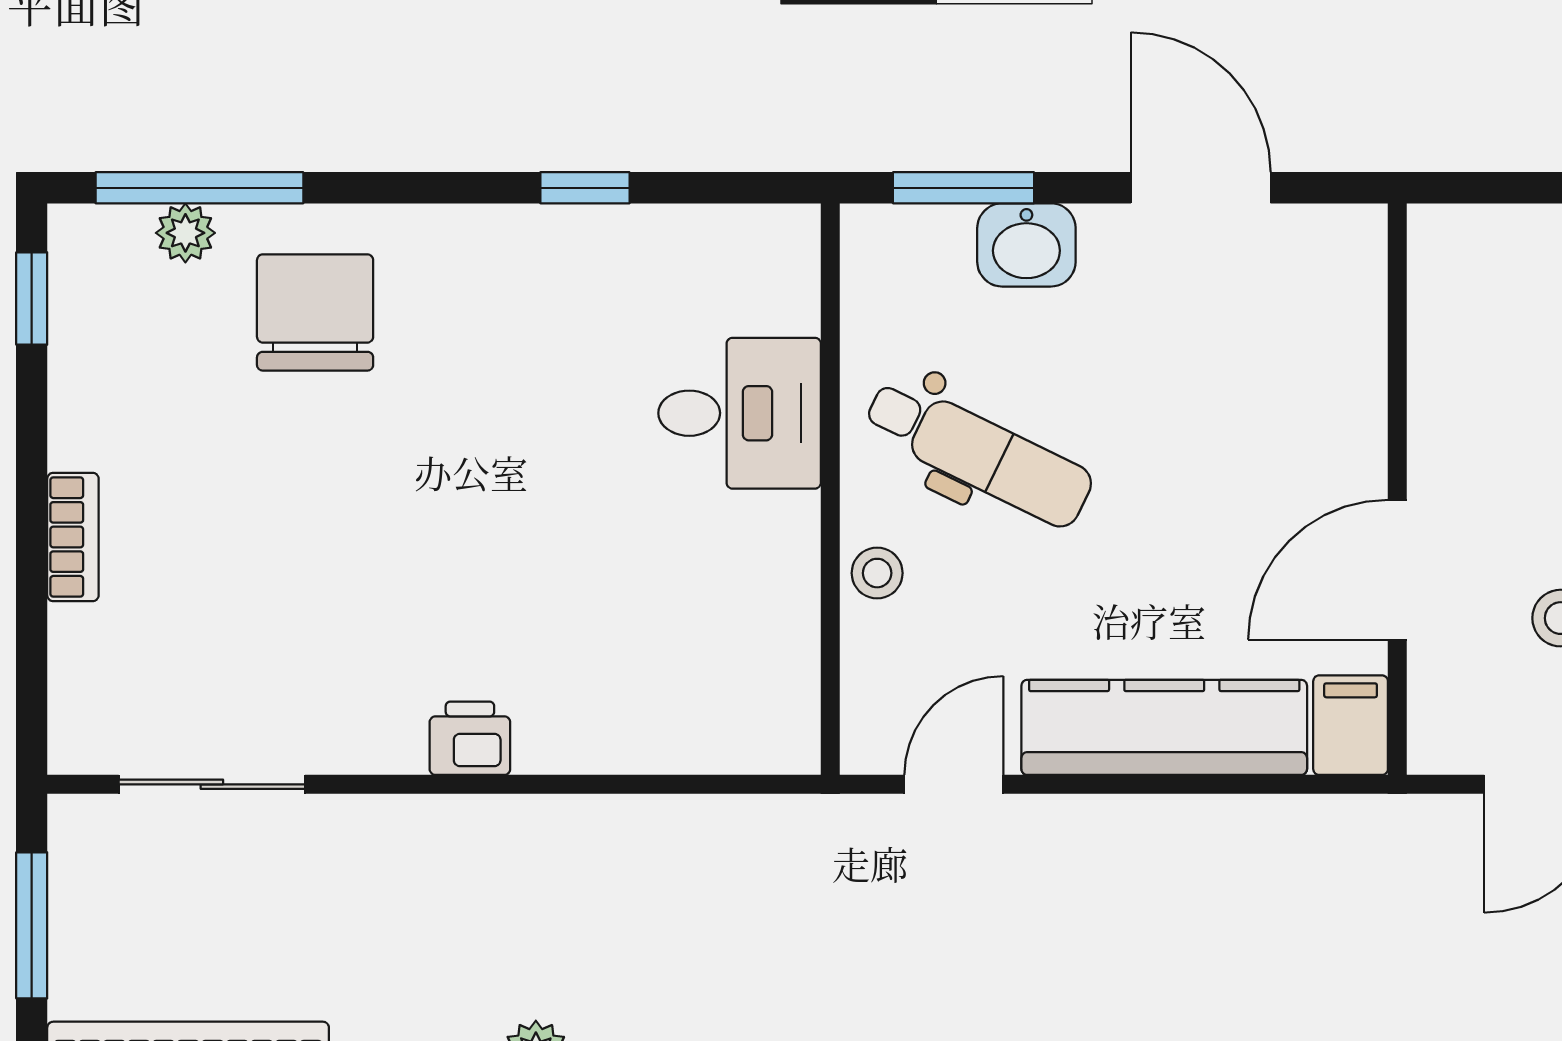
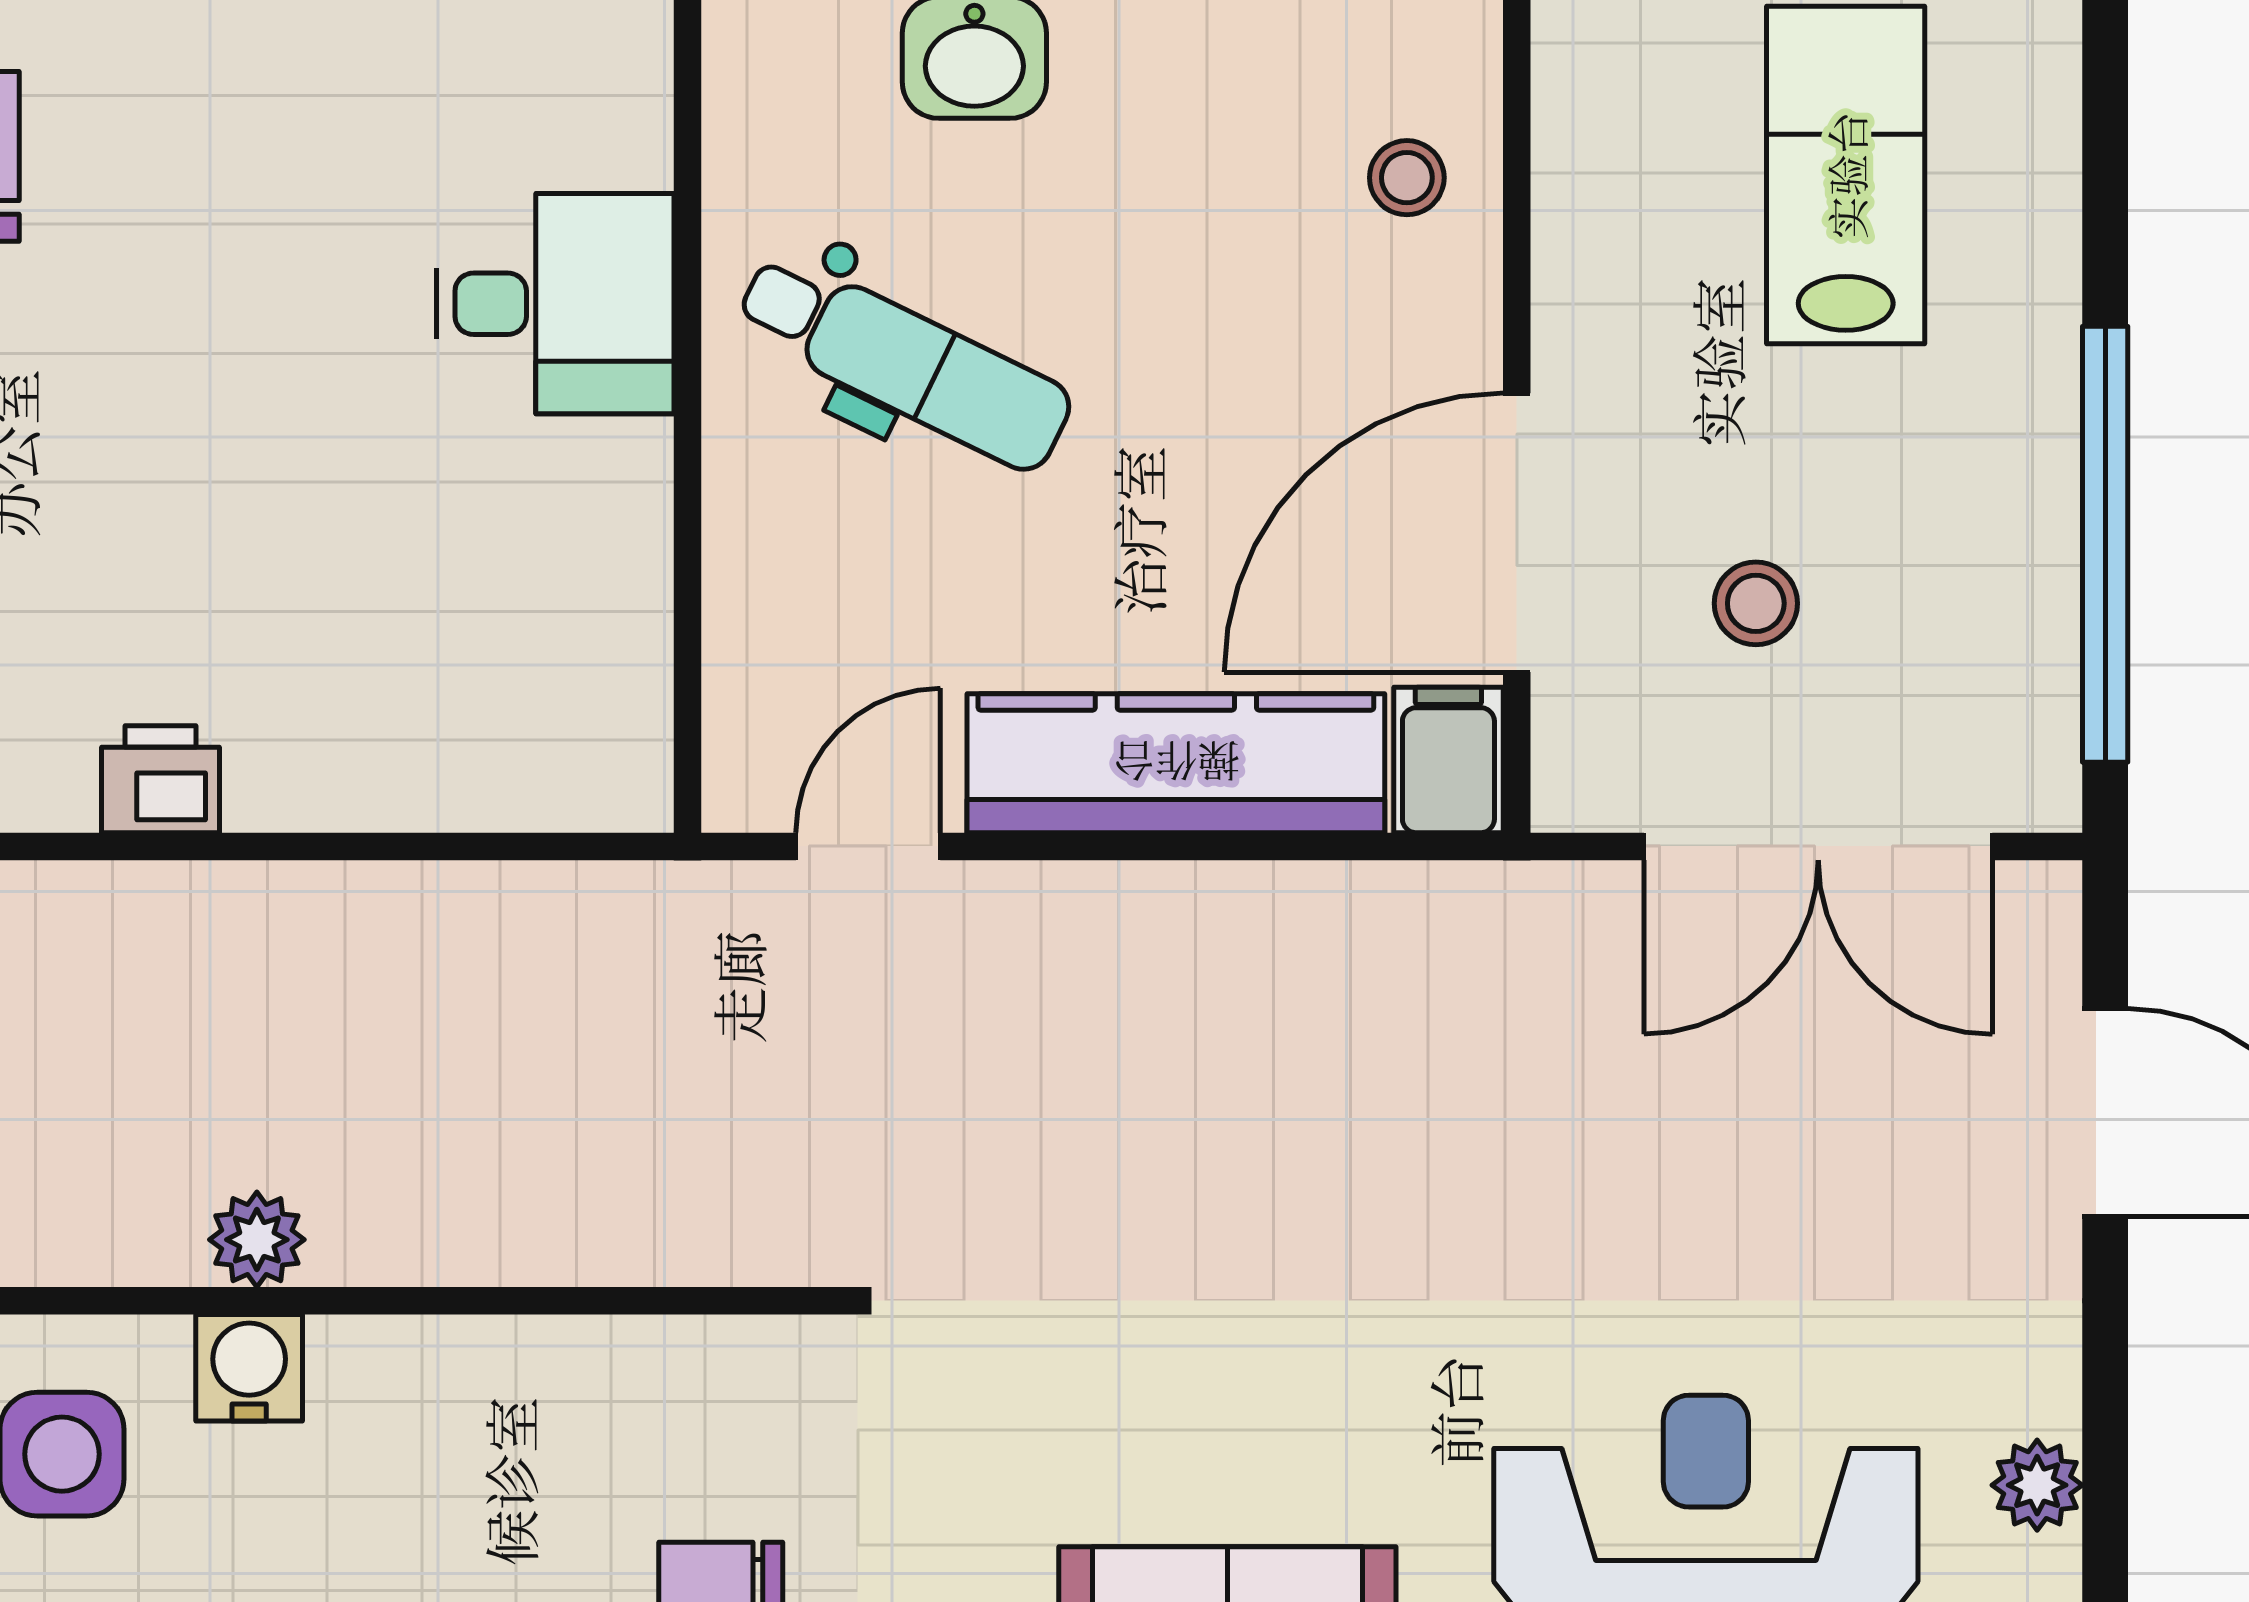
door: (1397, 570) -> (1517, 533), width x1.36
stool: (877, 573) -> (1407, 178), moved

